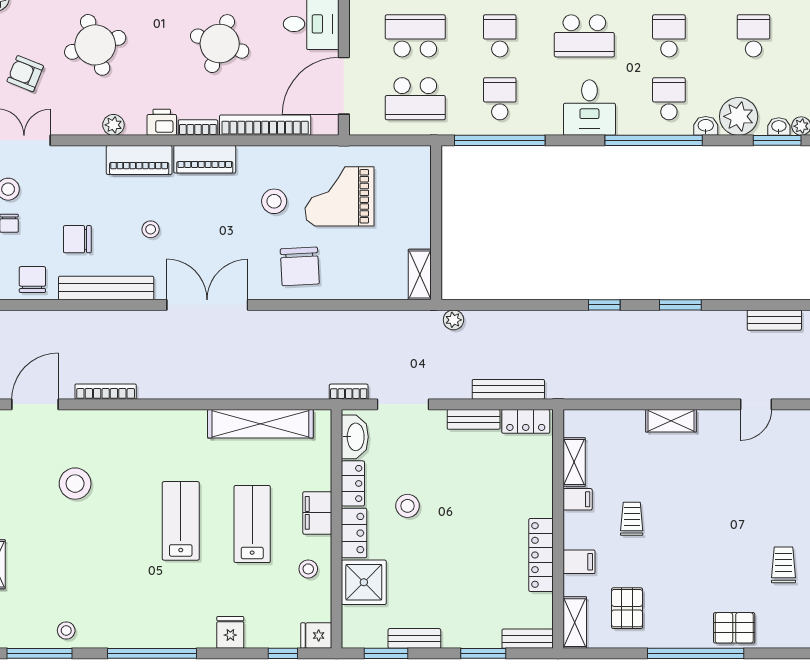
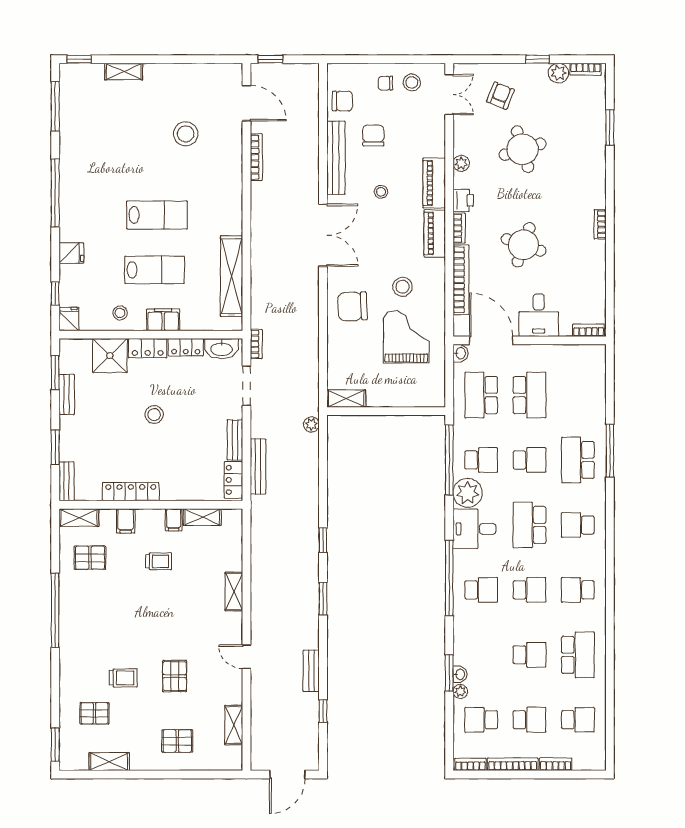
plant: (739, 116) -> (468, 493), moved
washbasin: (706, 126) -> (460, 353), moved
stool: (408, 506) -> (154, 415), moved
pallet: (734, 628) -> (175, 676), moved
stool: (66, 630) -> (73, 127), removed

